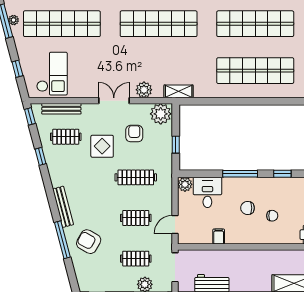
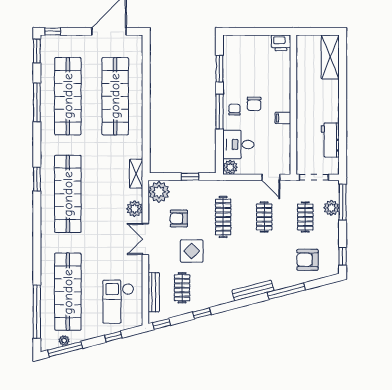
checkout: (52, 74) -> (118, 302), turned -90
window: (282, 174) -> (219, 69), width x1.50
chair: (272, 216) -> (234, 110), moved
filing cabinet: (219, 237) -> (283, 118), moved
armchair: (89, 242) -> (307, 260), moved, turned 61

